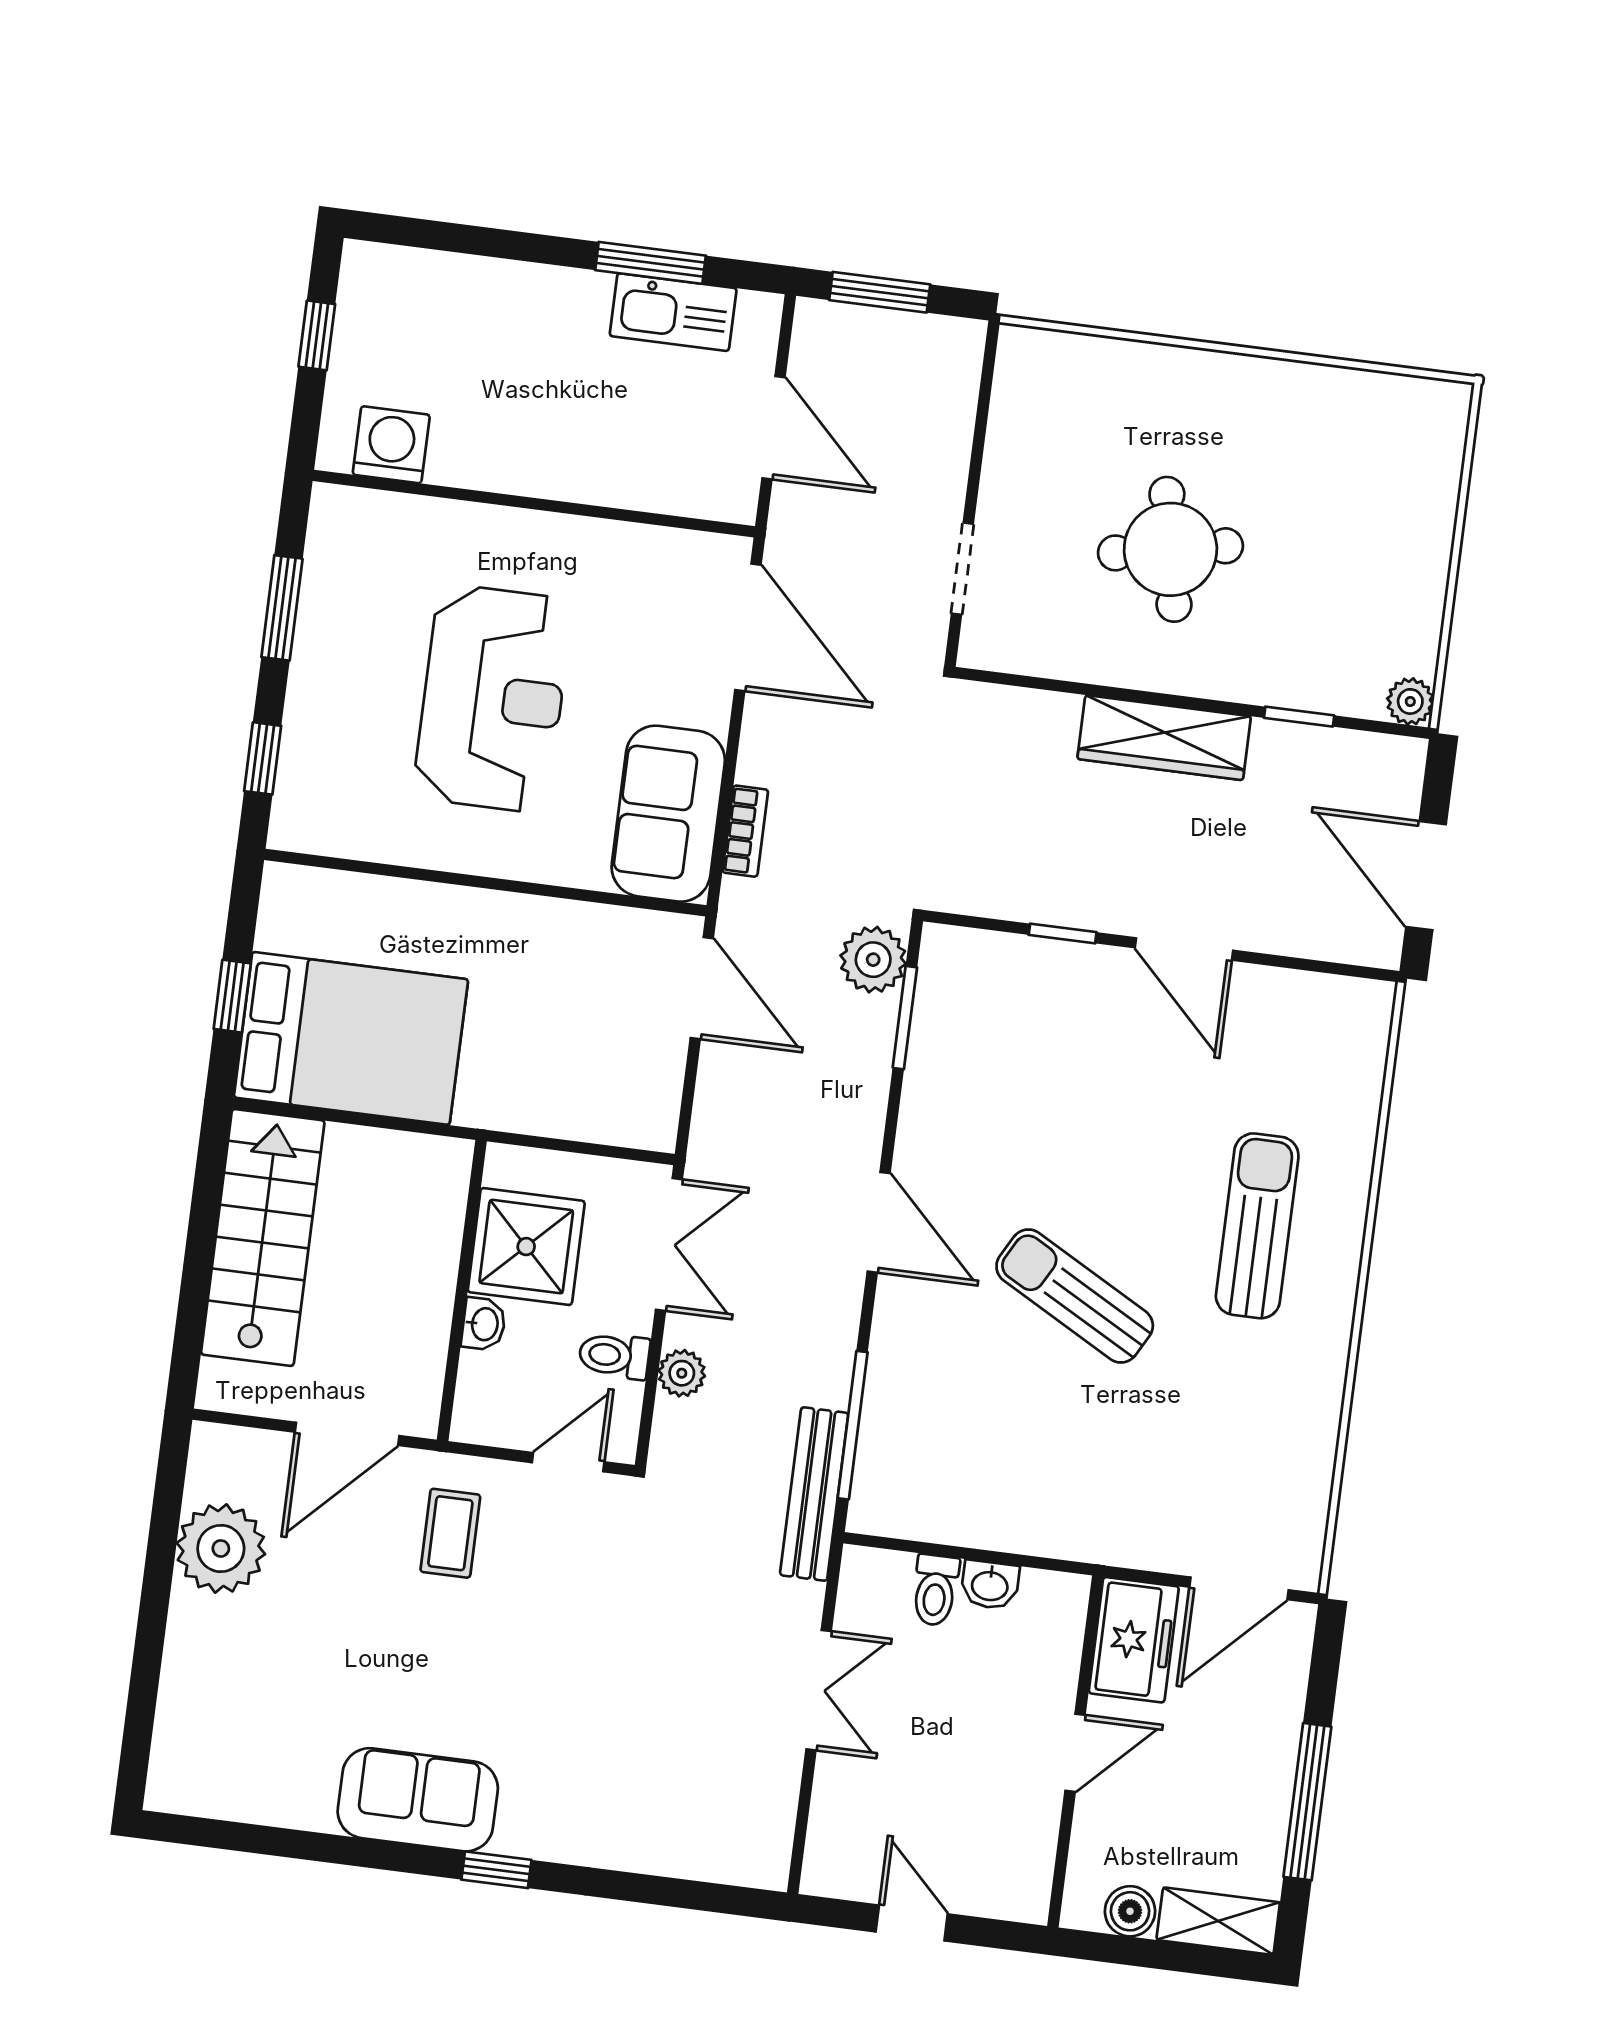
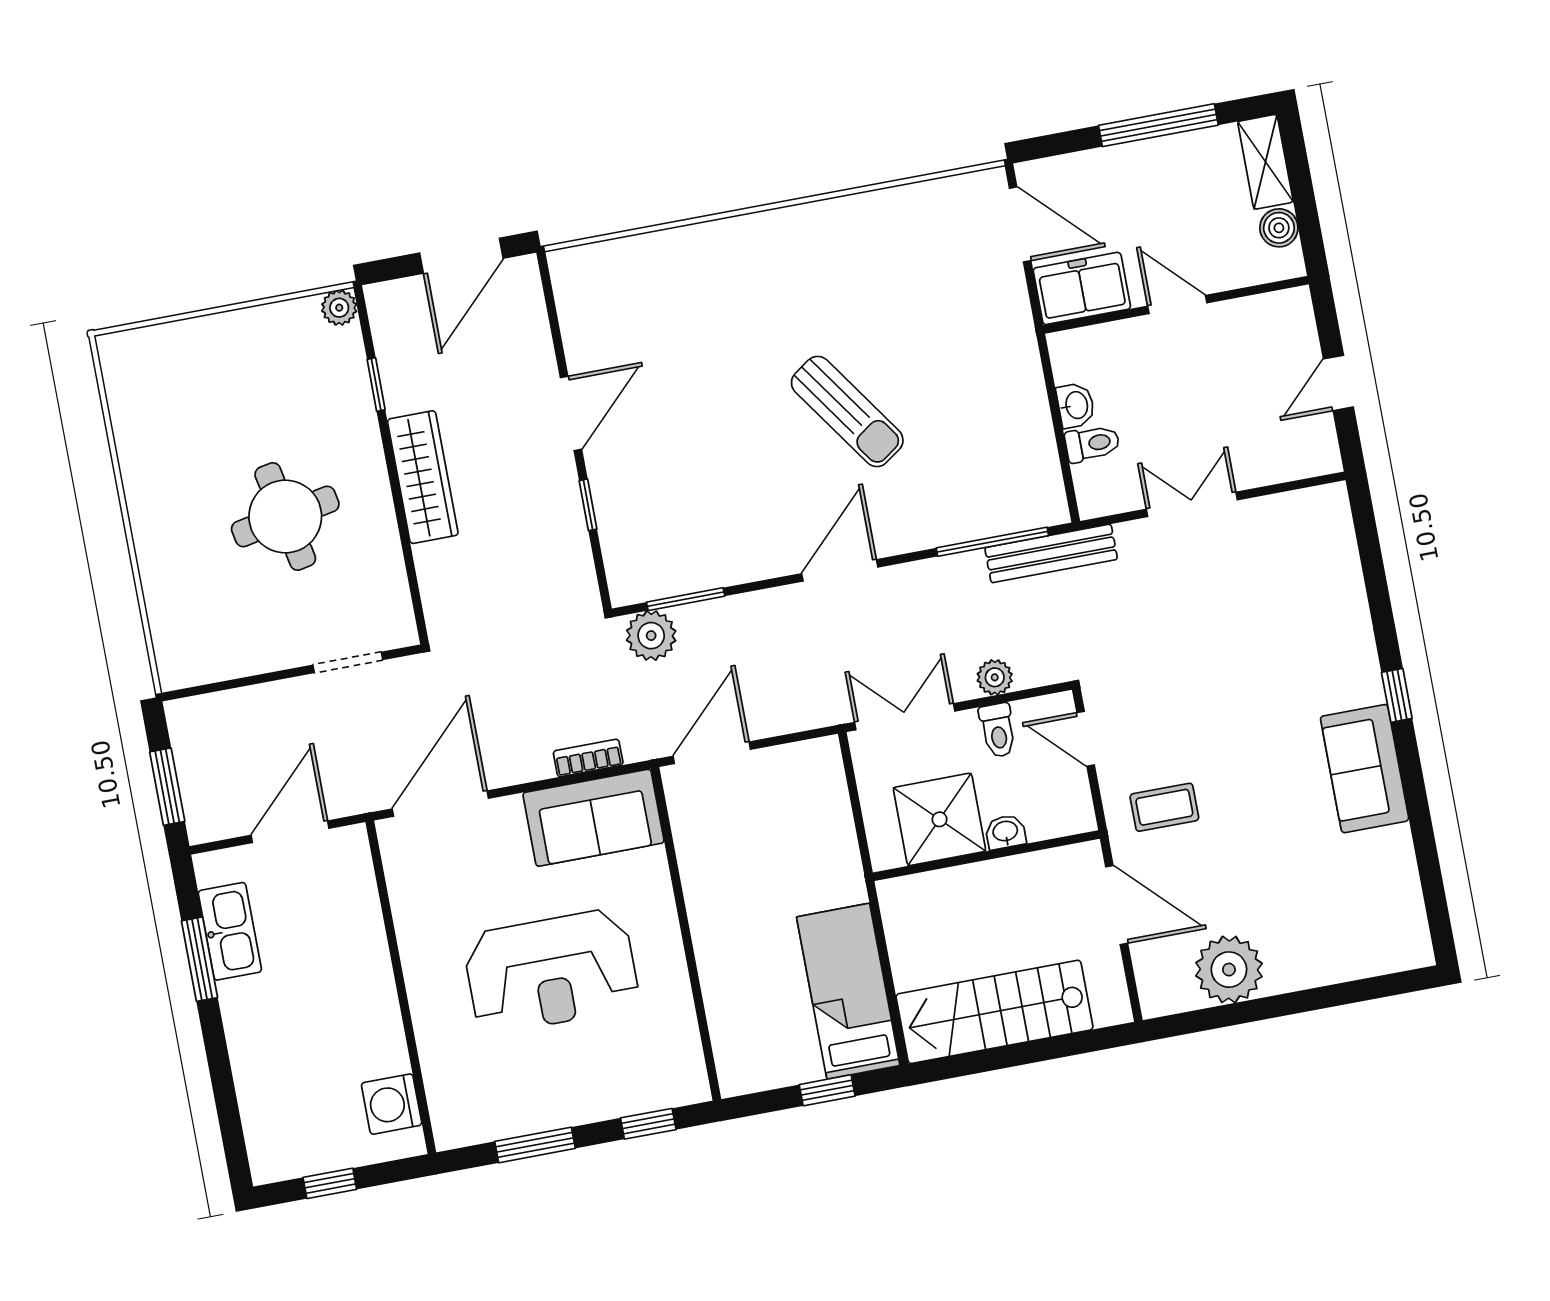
reception desk: (493, 699) -> (551, 971), turned 180
bed: (351, 1038) -> (848, 991), width x0.67
sun lounger: (1257, 1226) -> (754, 296), removed
sun lounger: (1075, 1296) -> (847, 411), turned -64

